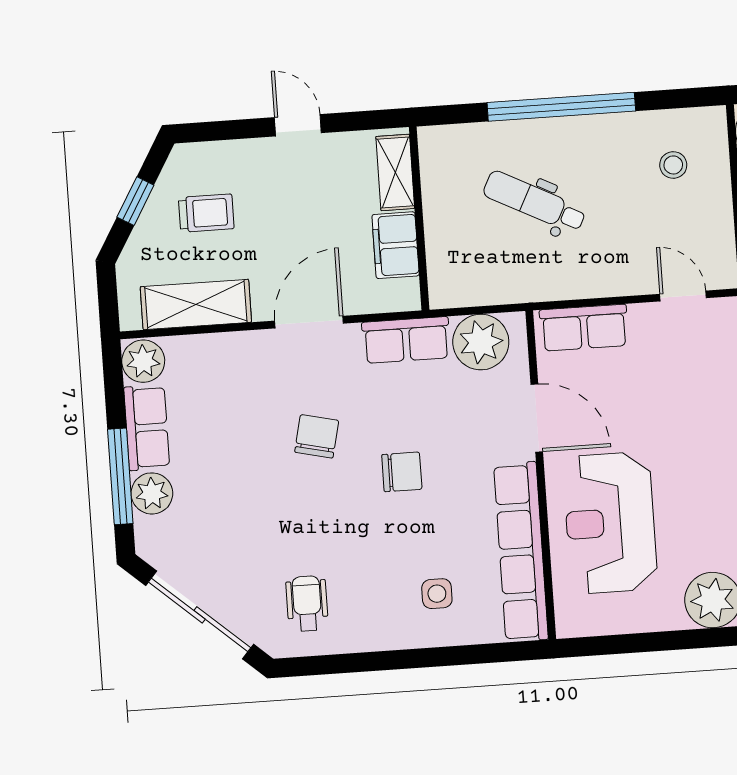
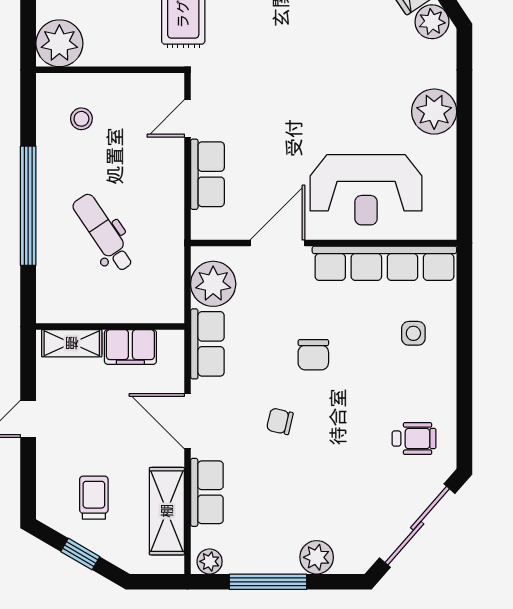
dental chair: (534, 202) -> (103, 233), turned 119
row of seats: (584, 328) -> (207, 174), moved
plant: (143, 361) -> (210, 561), width x0.73, depth x0.73
row of seats: (147, 428) -> (207, 492), moved, turned 90
chair: (317, 436) -> (280, 421), width x0.73, depth x0.73
chair: (402, 472) -> (313, 355), turned 180
window: (120, 476) -> (268, 582), moved
wheelchair: (307, 603) -> (414, 439), turned 180

